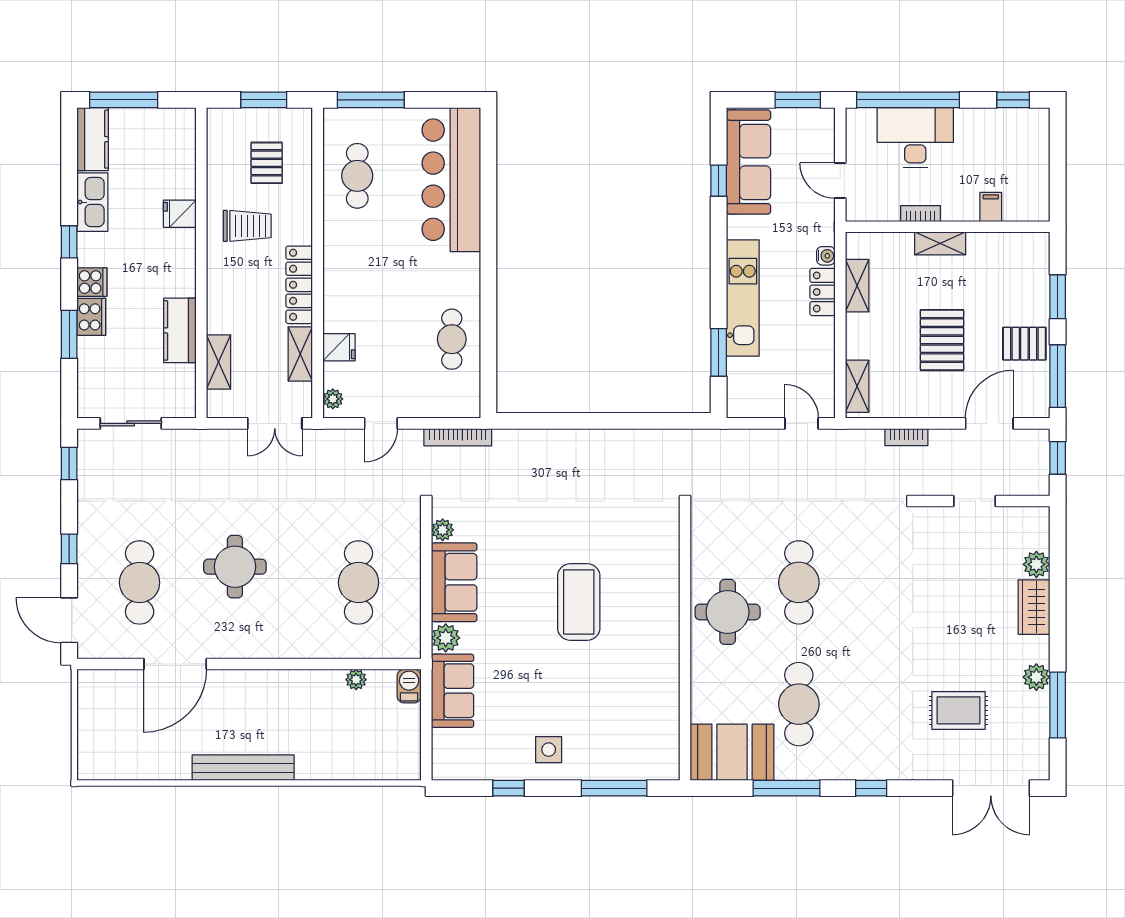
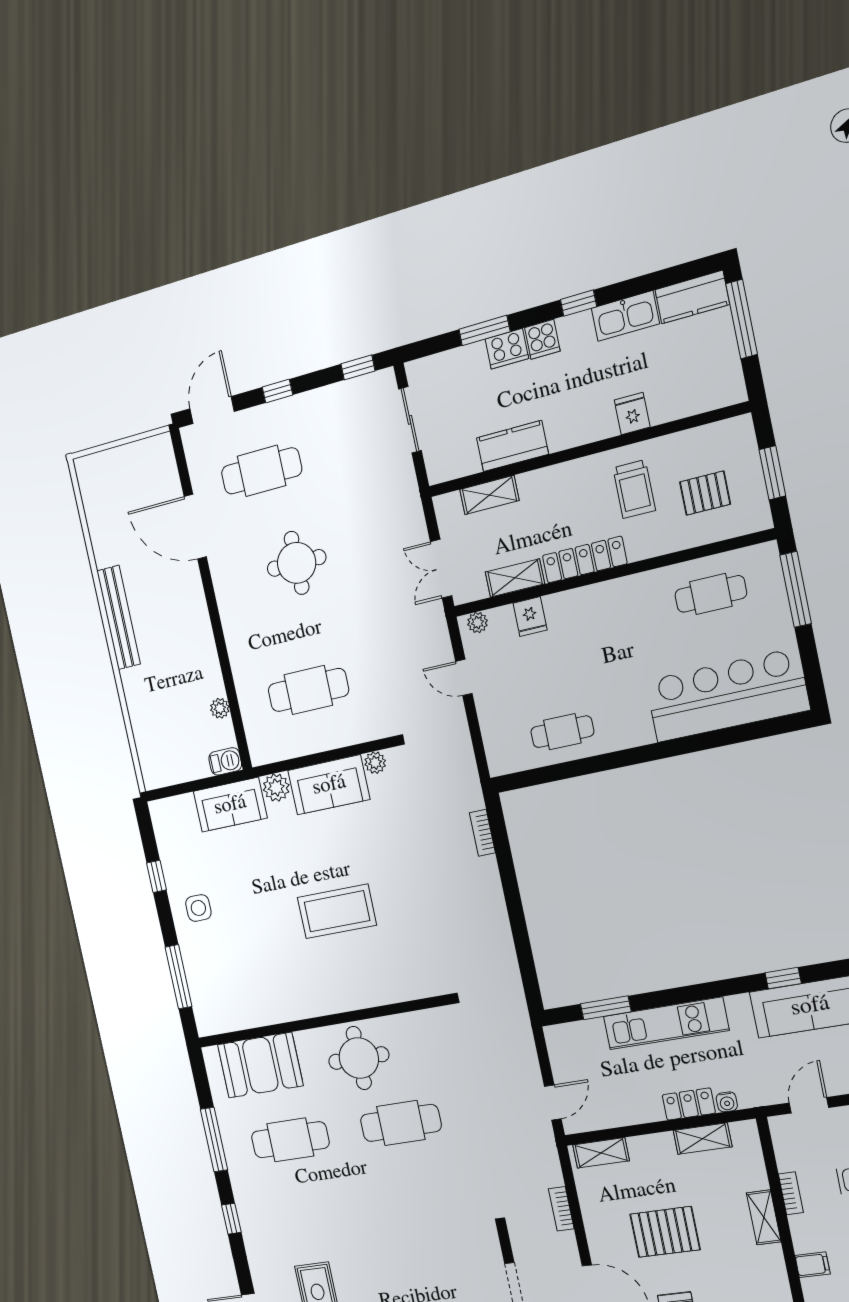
bookcase: (458, 437) -> (482, 833), moved, width x0.64
booth: (732, 752) -> (260, 1065), moved, turned 90

